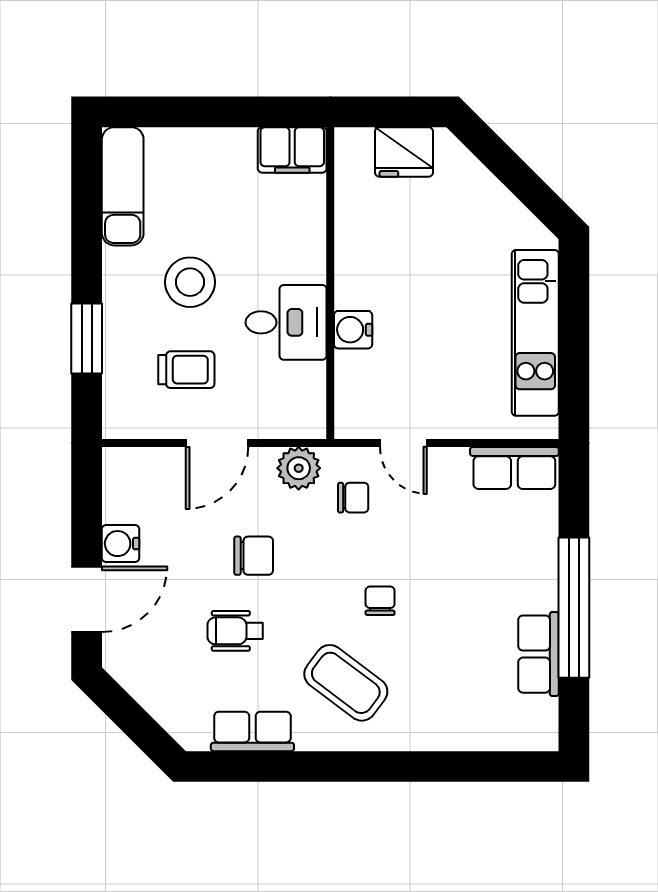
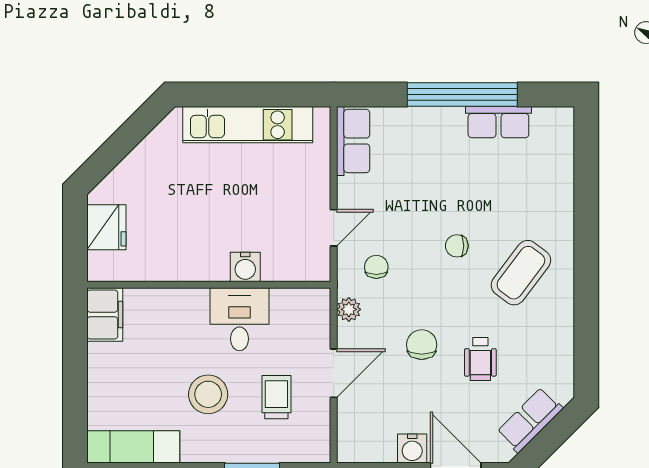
door: (217, 443) -> (334, 373), hinge flipped
plant: (299, 468) -> (349, 309), width x0.73, depth x0.73
row of seats: (252, 731) -> (530, 420), moved, turned 45

